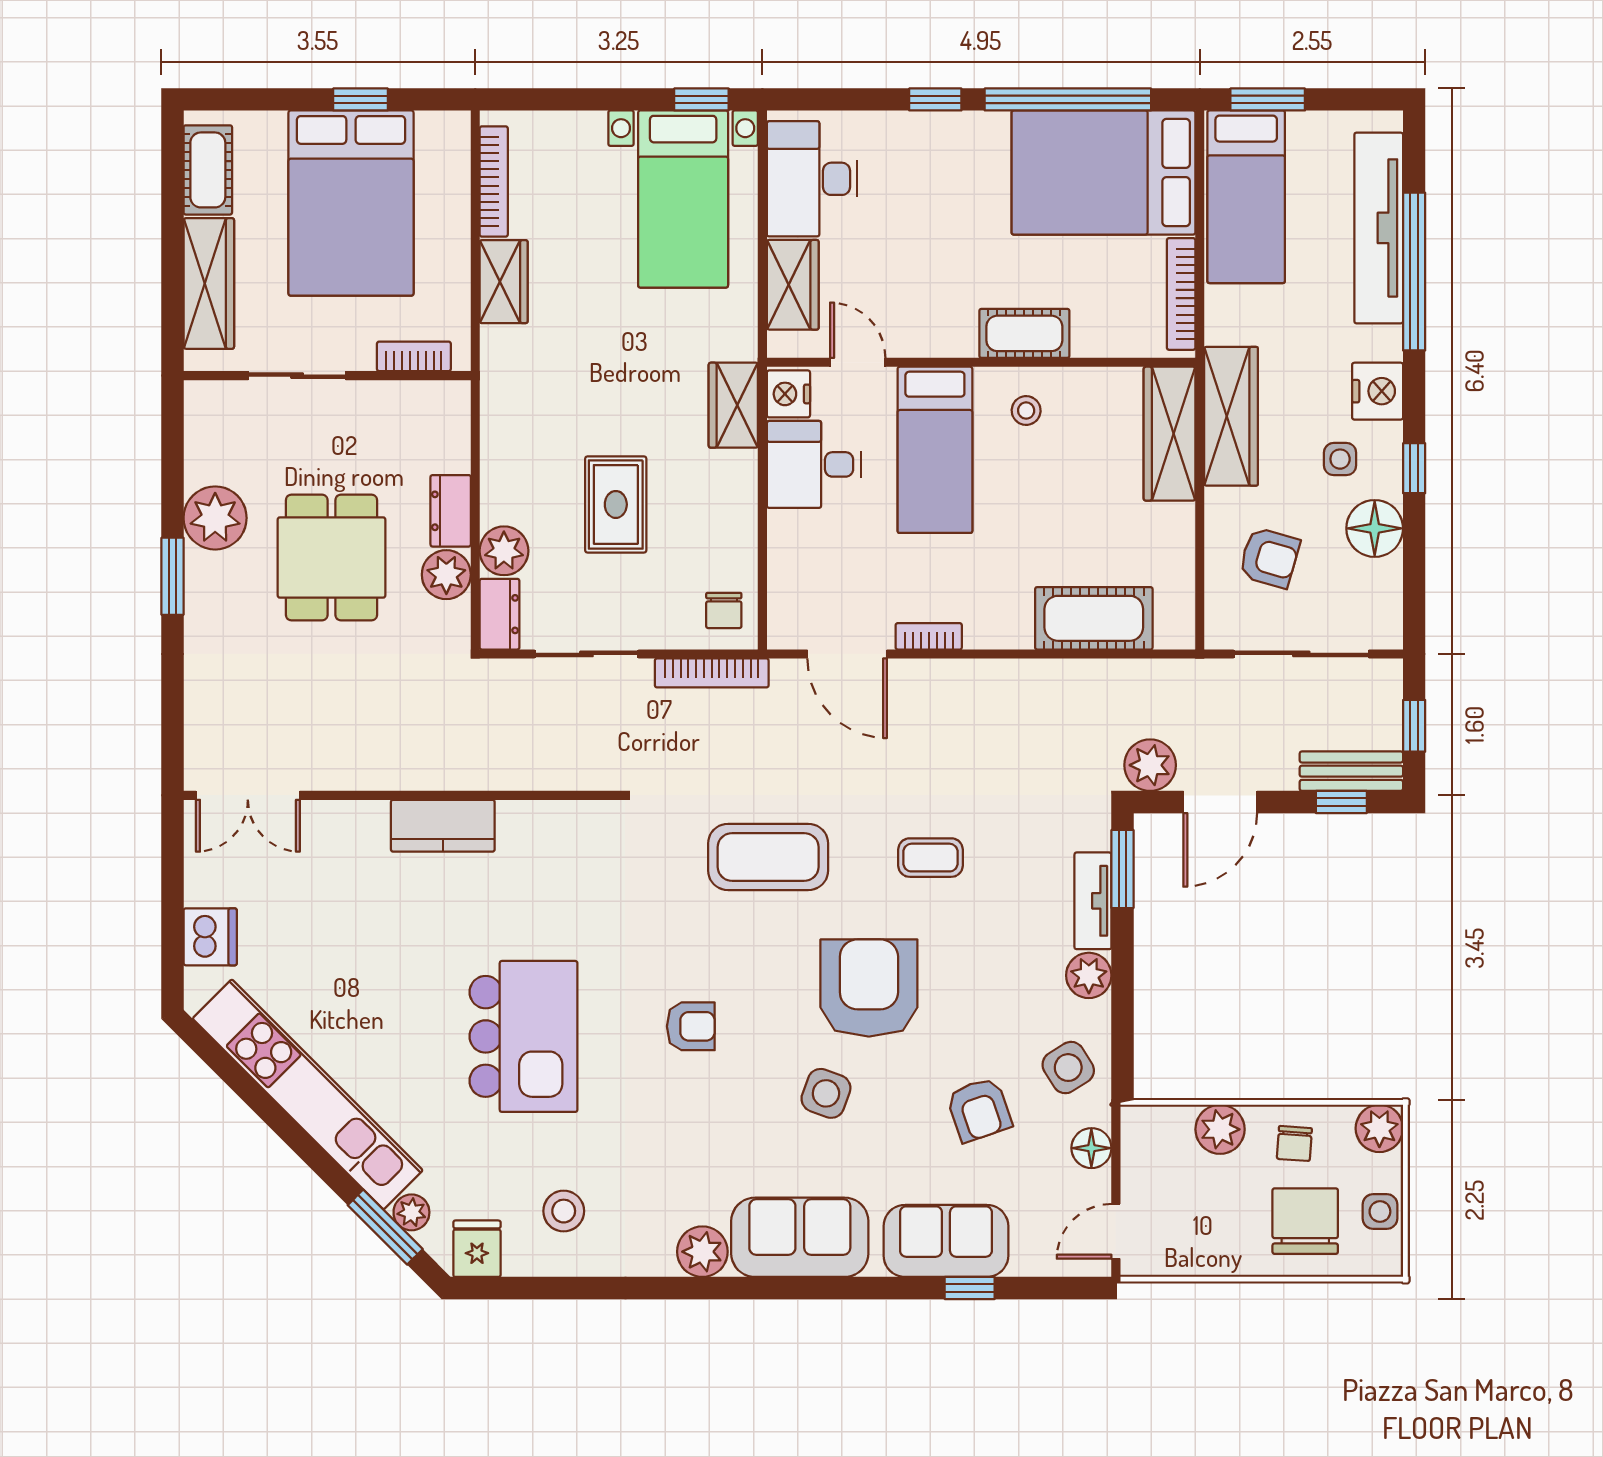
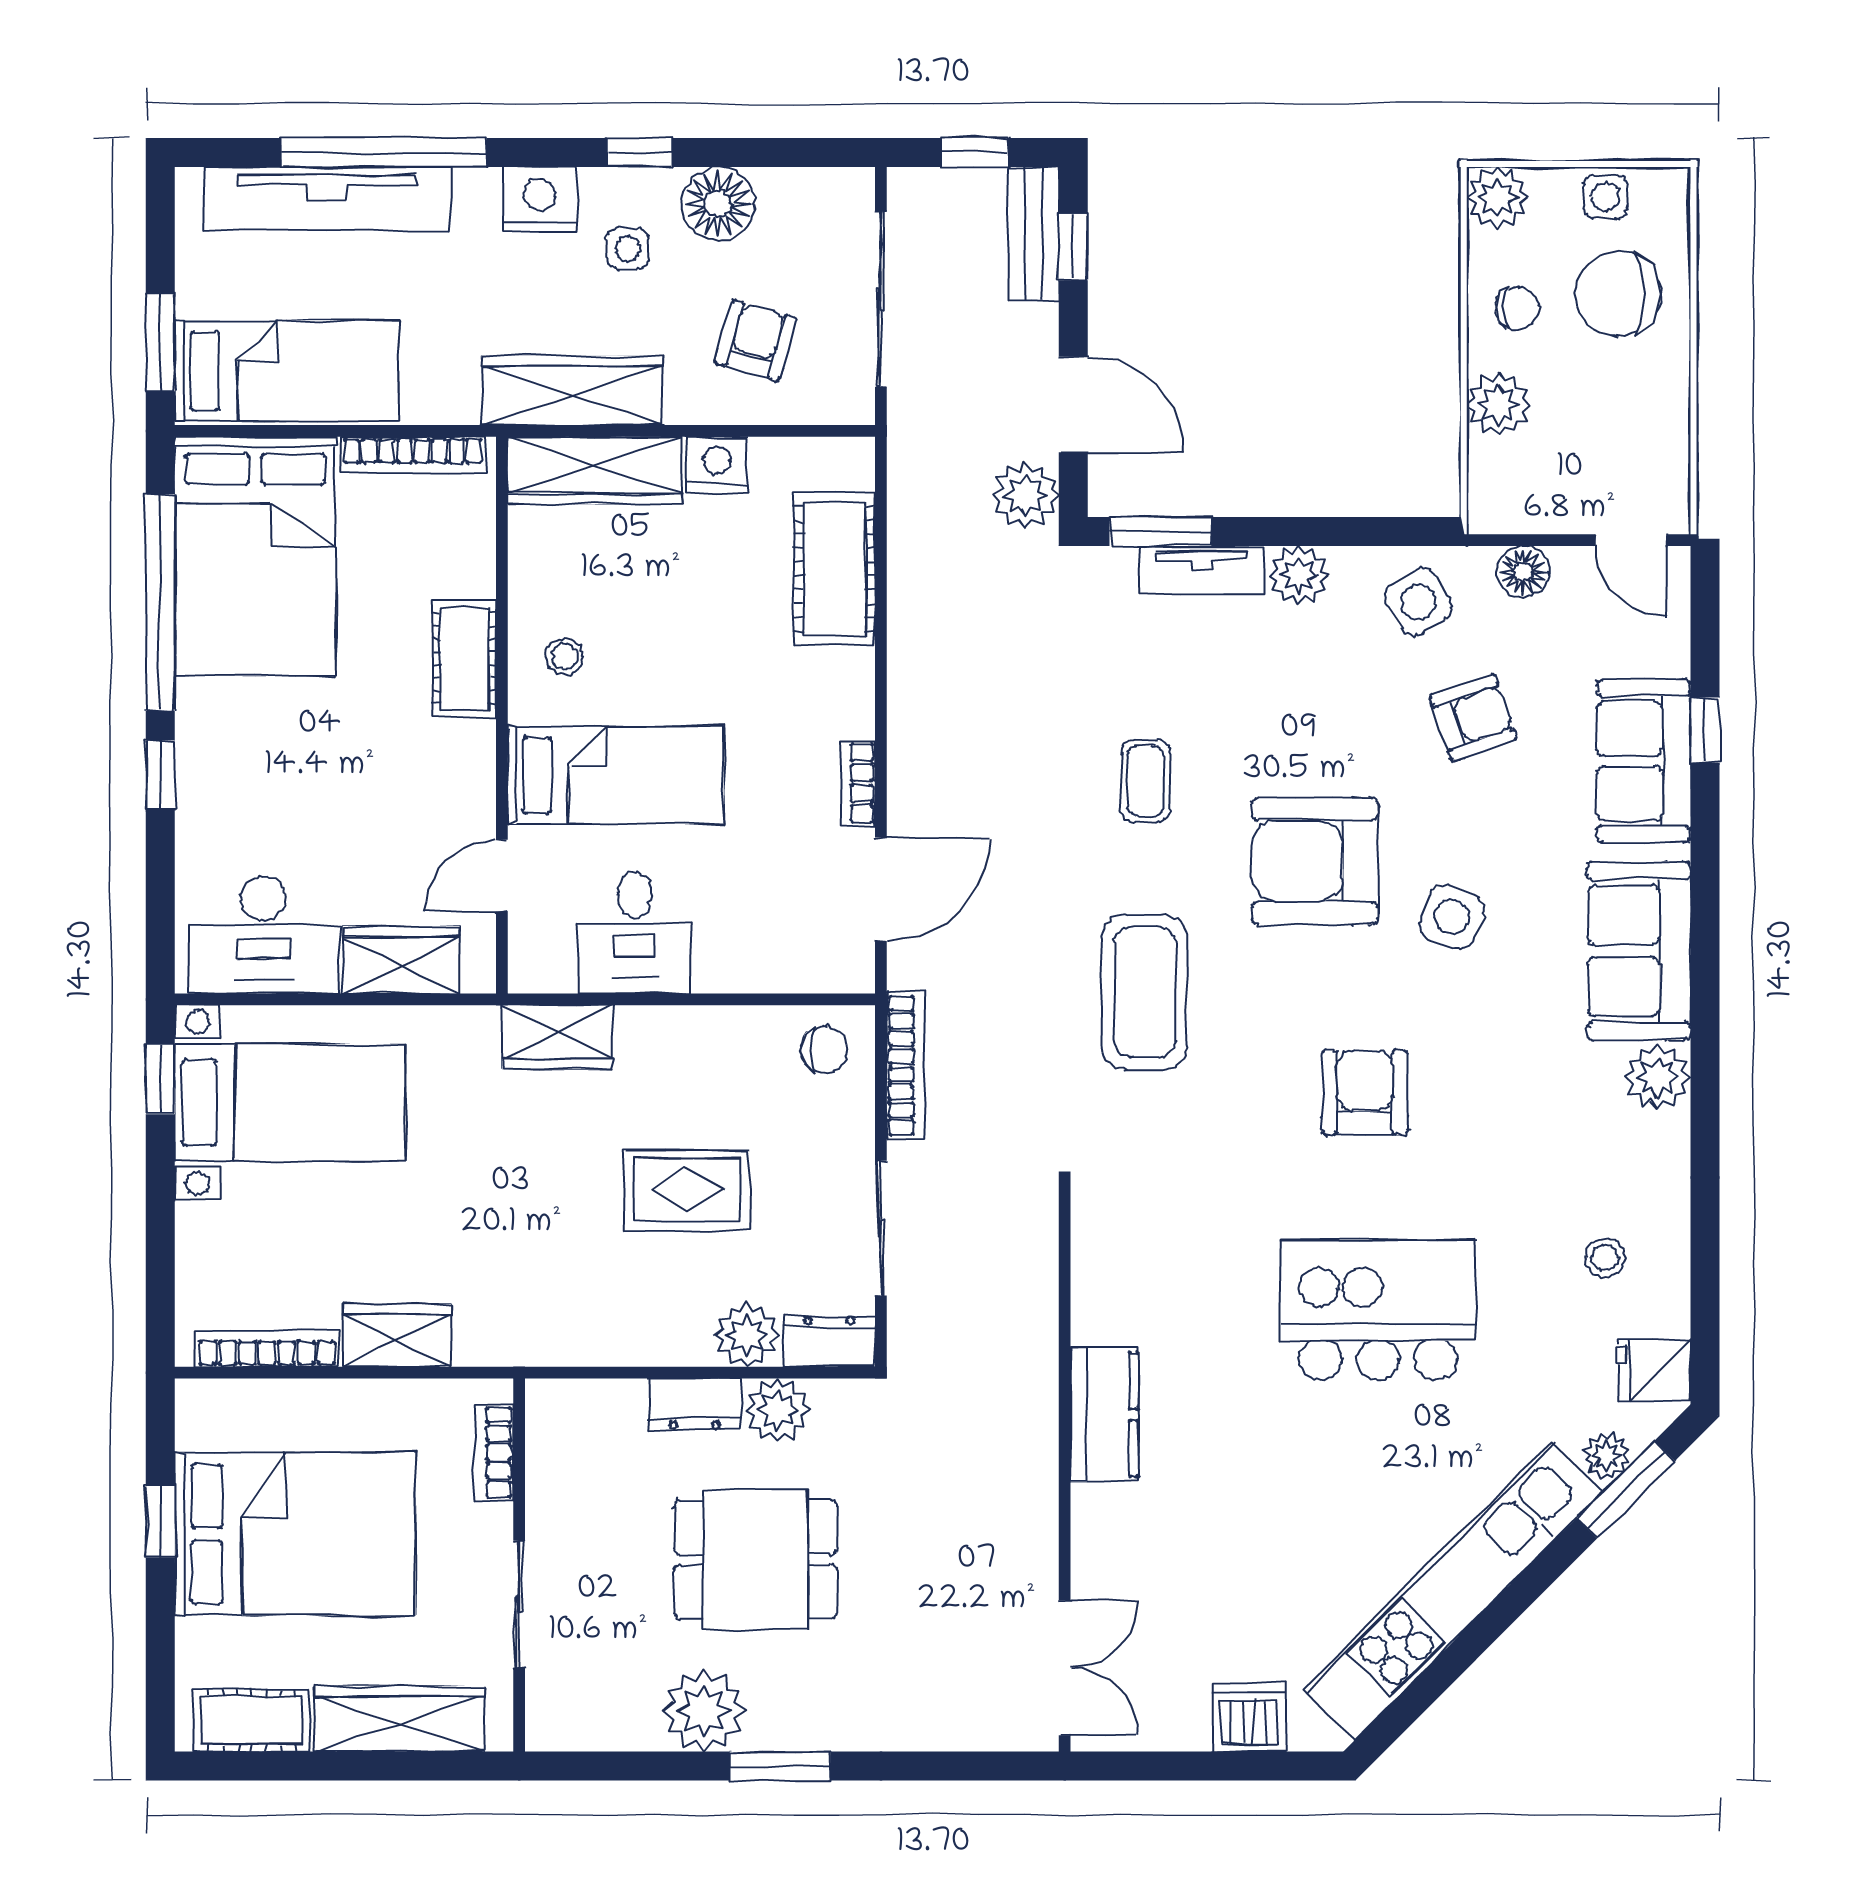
nightstand: (788, 394) -> (717, 465), moved, turned 180
armchair: (691, 1026) -> (1365, 1092), width x1.38, depth x1.38
stool: (564, 1211) -> (1605, 1258), width x0.73, depth x0.73

